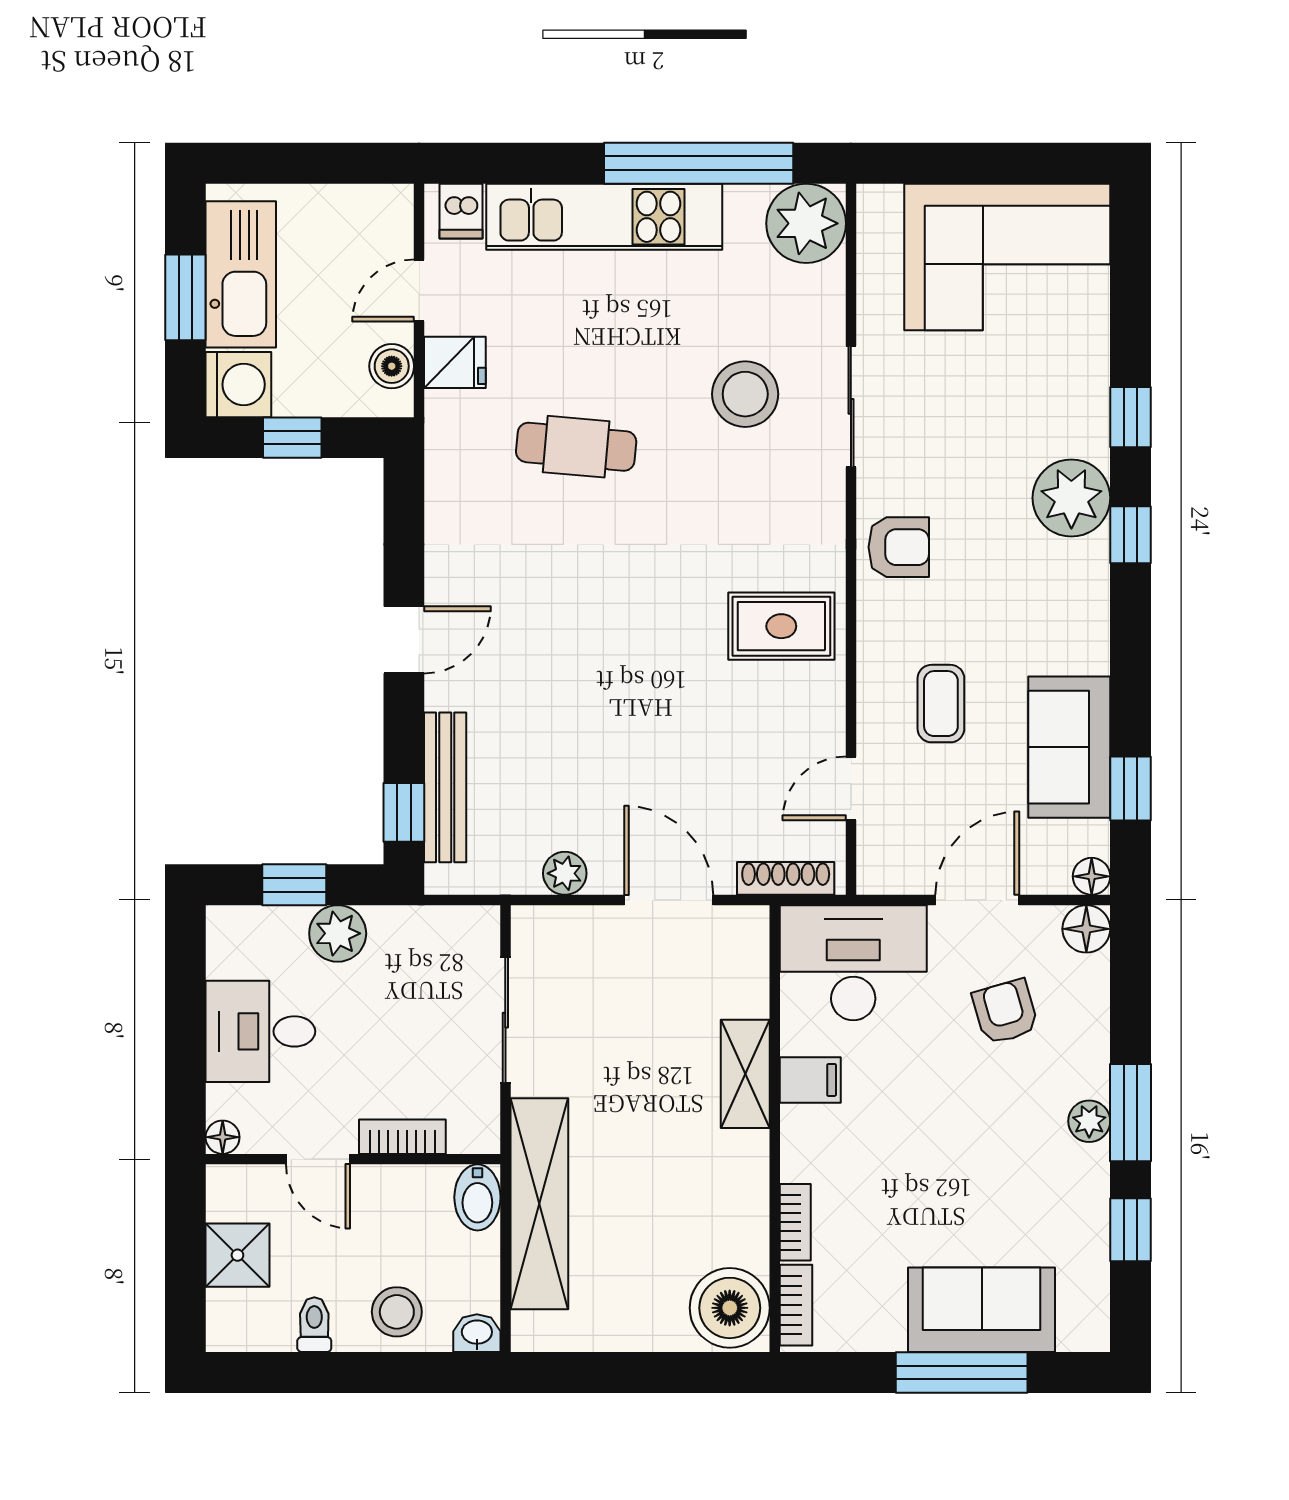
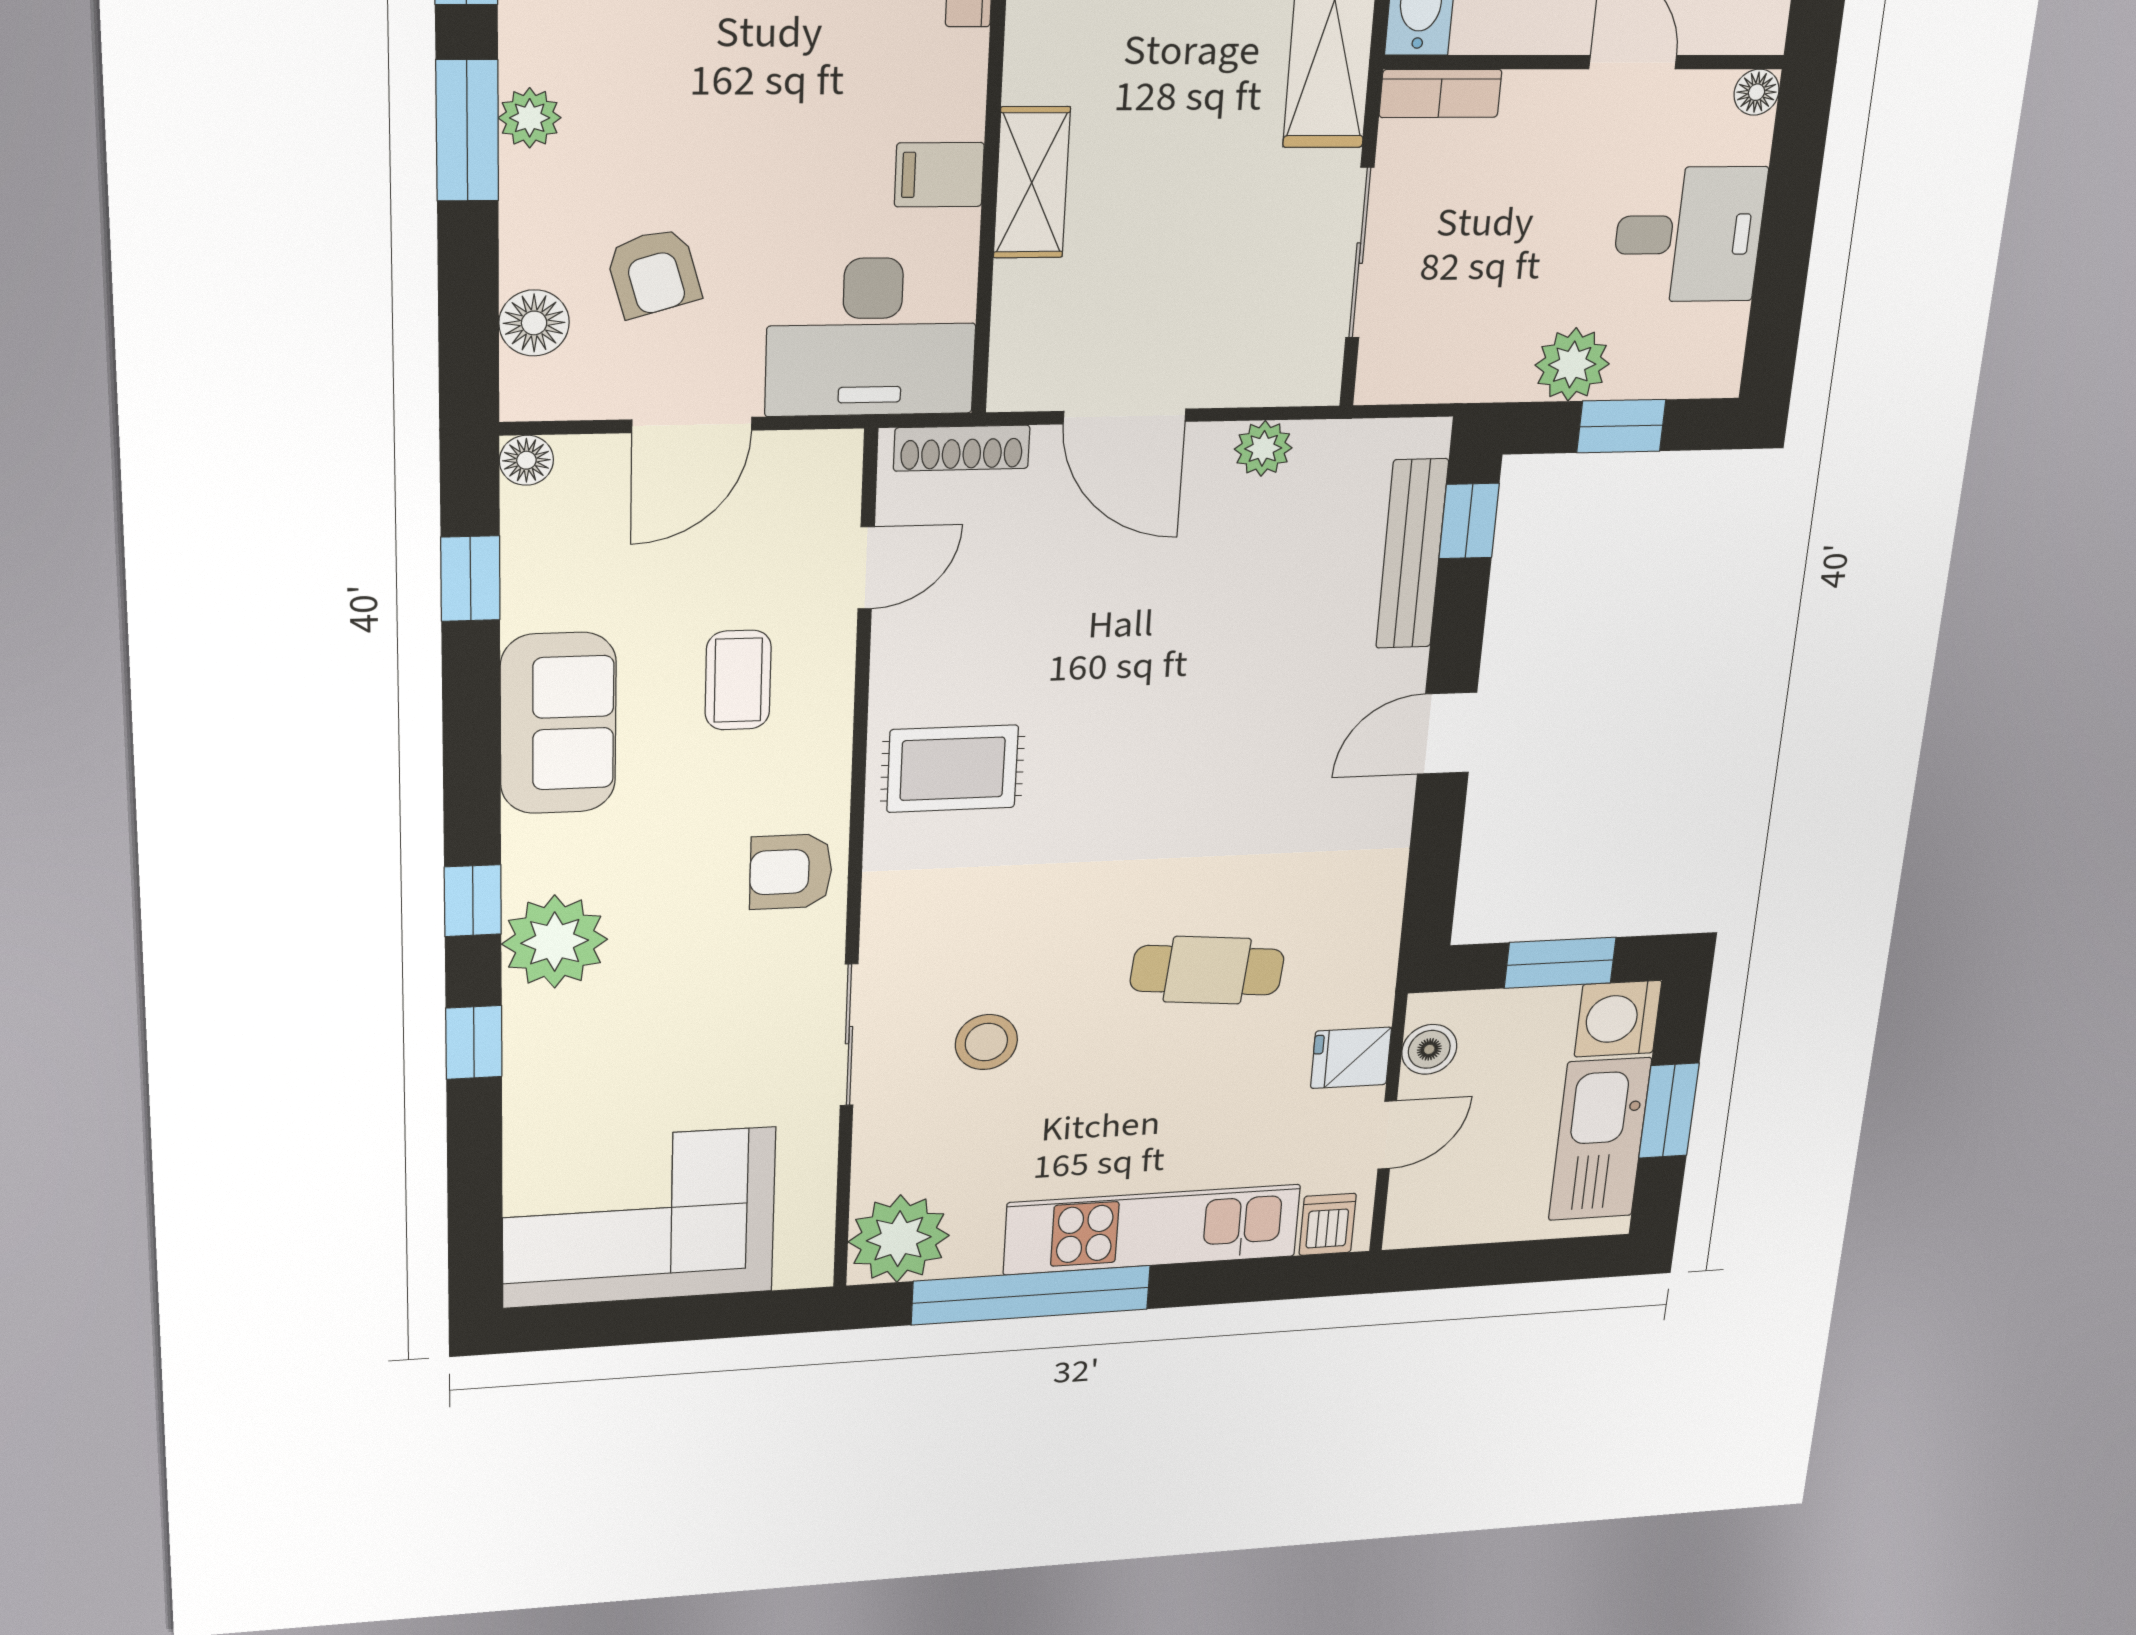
stool: (745, 394) -> (986, 1042), width x0.73, depth x0.73
window: (292, 438) -> (1560, 963), width x1.50
sofa: (1069, 747) -> (558, 723), moved
floor lamp: (1086, 929) -> (534, 323), moved
bookcase: (402, 1137) -> (1440, 93), moved

